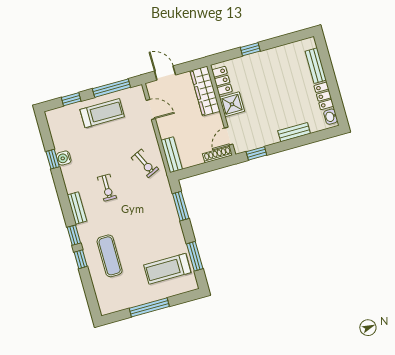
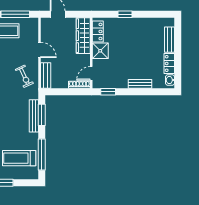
door: (151, 109) -> (40, 50), moved
bench: (171, 210) -> (34, 116), added
window: (195, 256) -> (42, 155), width x1.44

